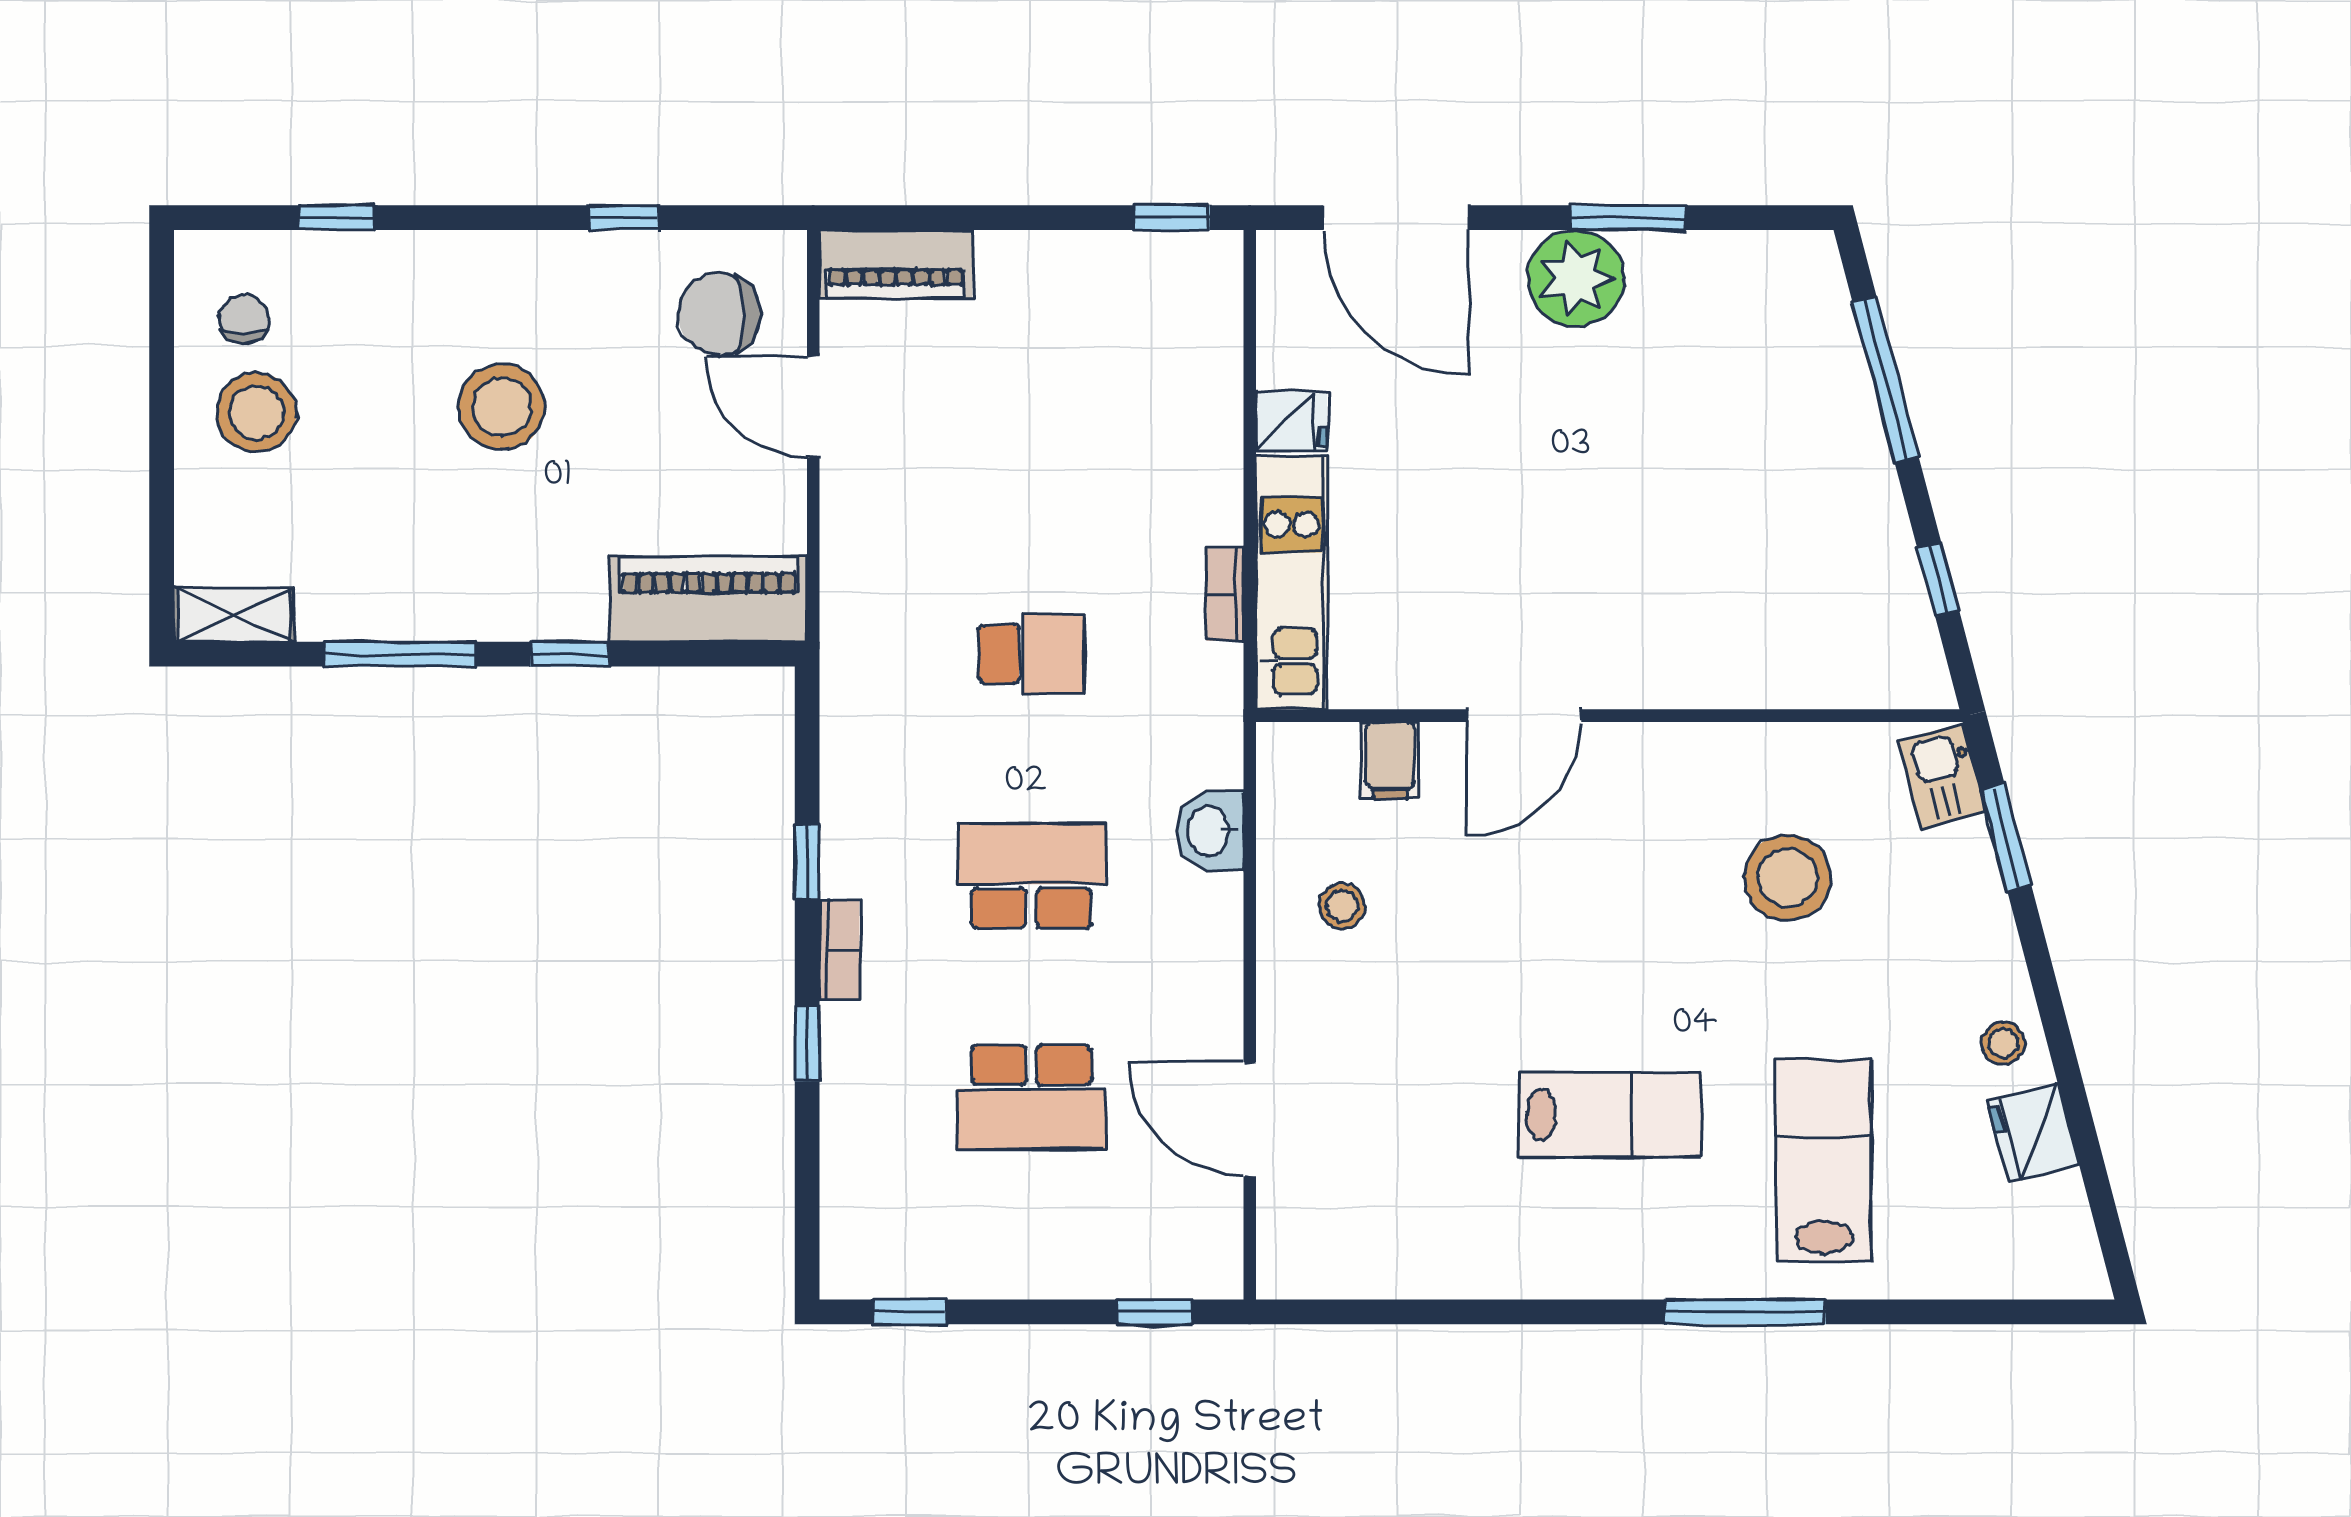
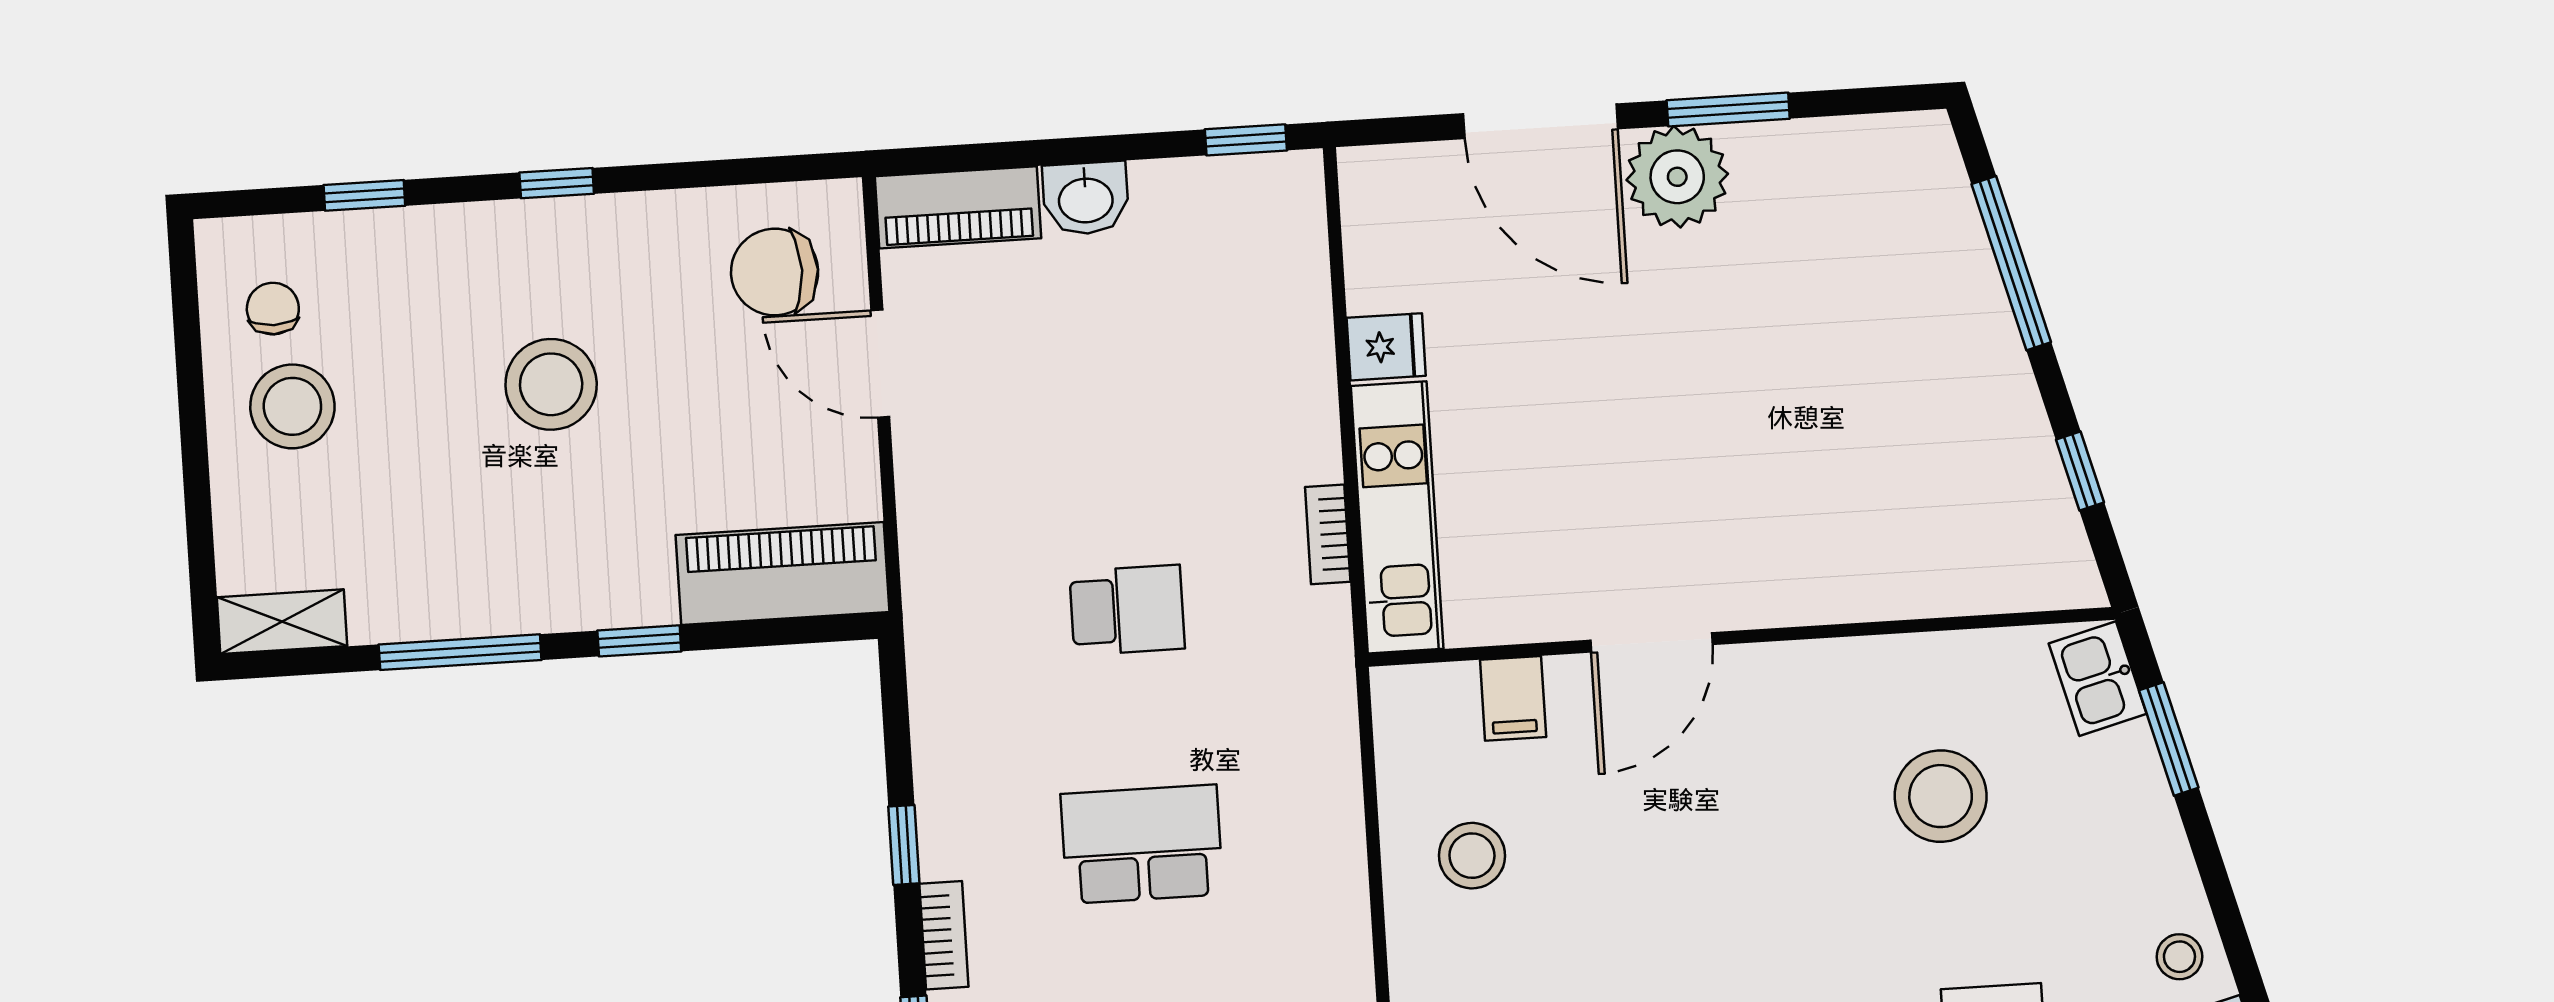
window: (624, 218) -> (557, 183), moved
door: (1396, 218) -> (1540, 121), moved
washbasin: (1210, 831) -> (1086, 198), moved, turned -90
stool: (1342, 906) -> (1472, 856), width x1.37, depth x1.37

